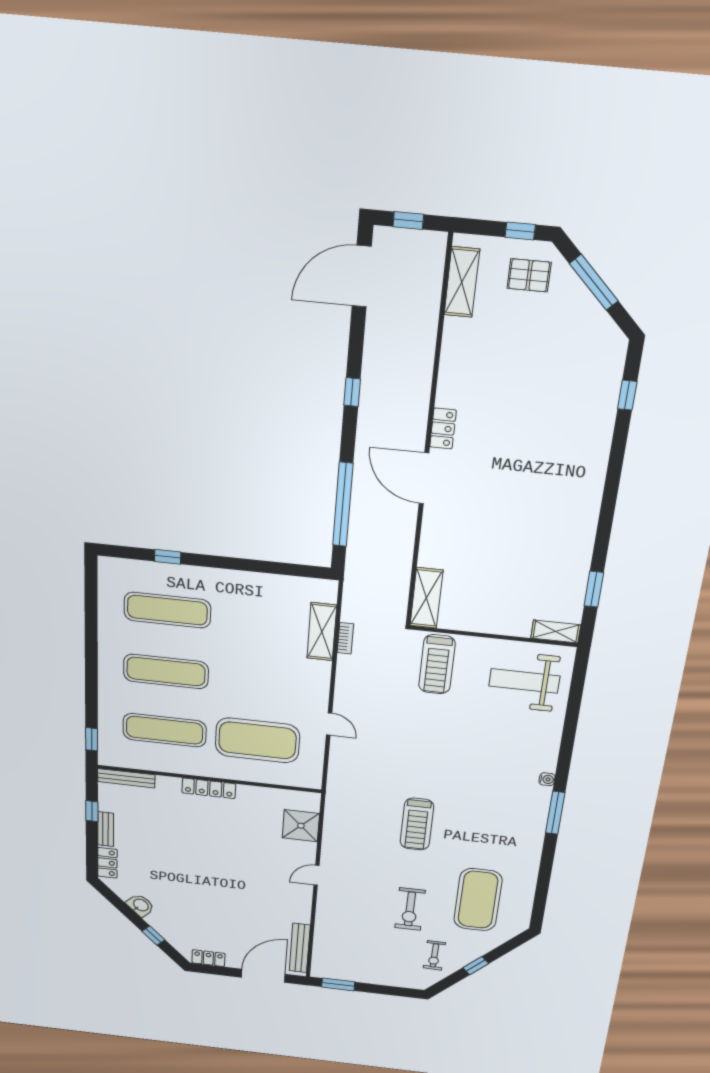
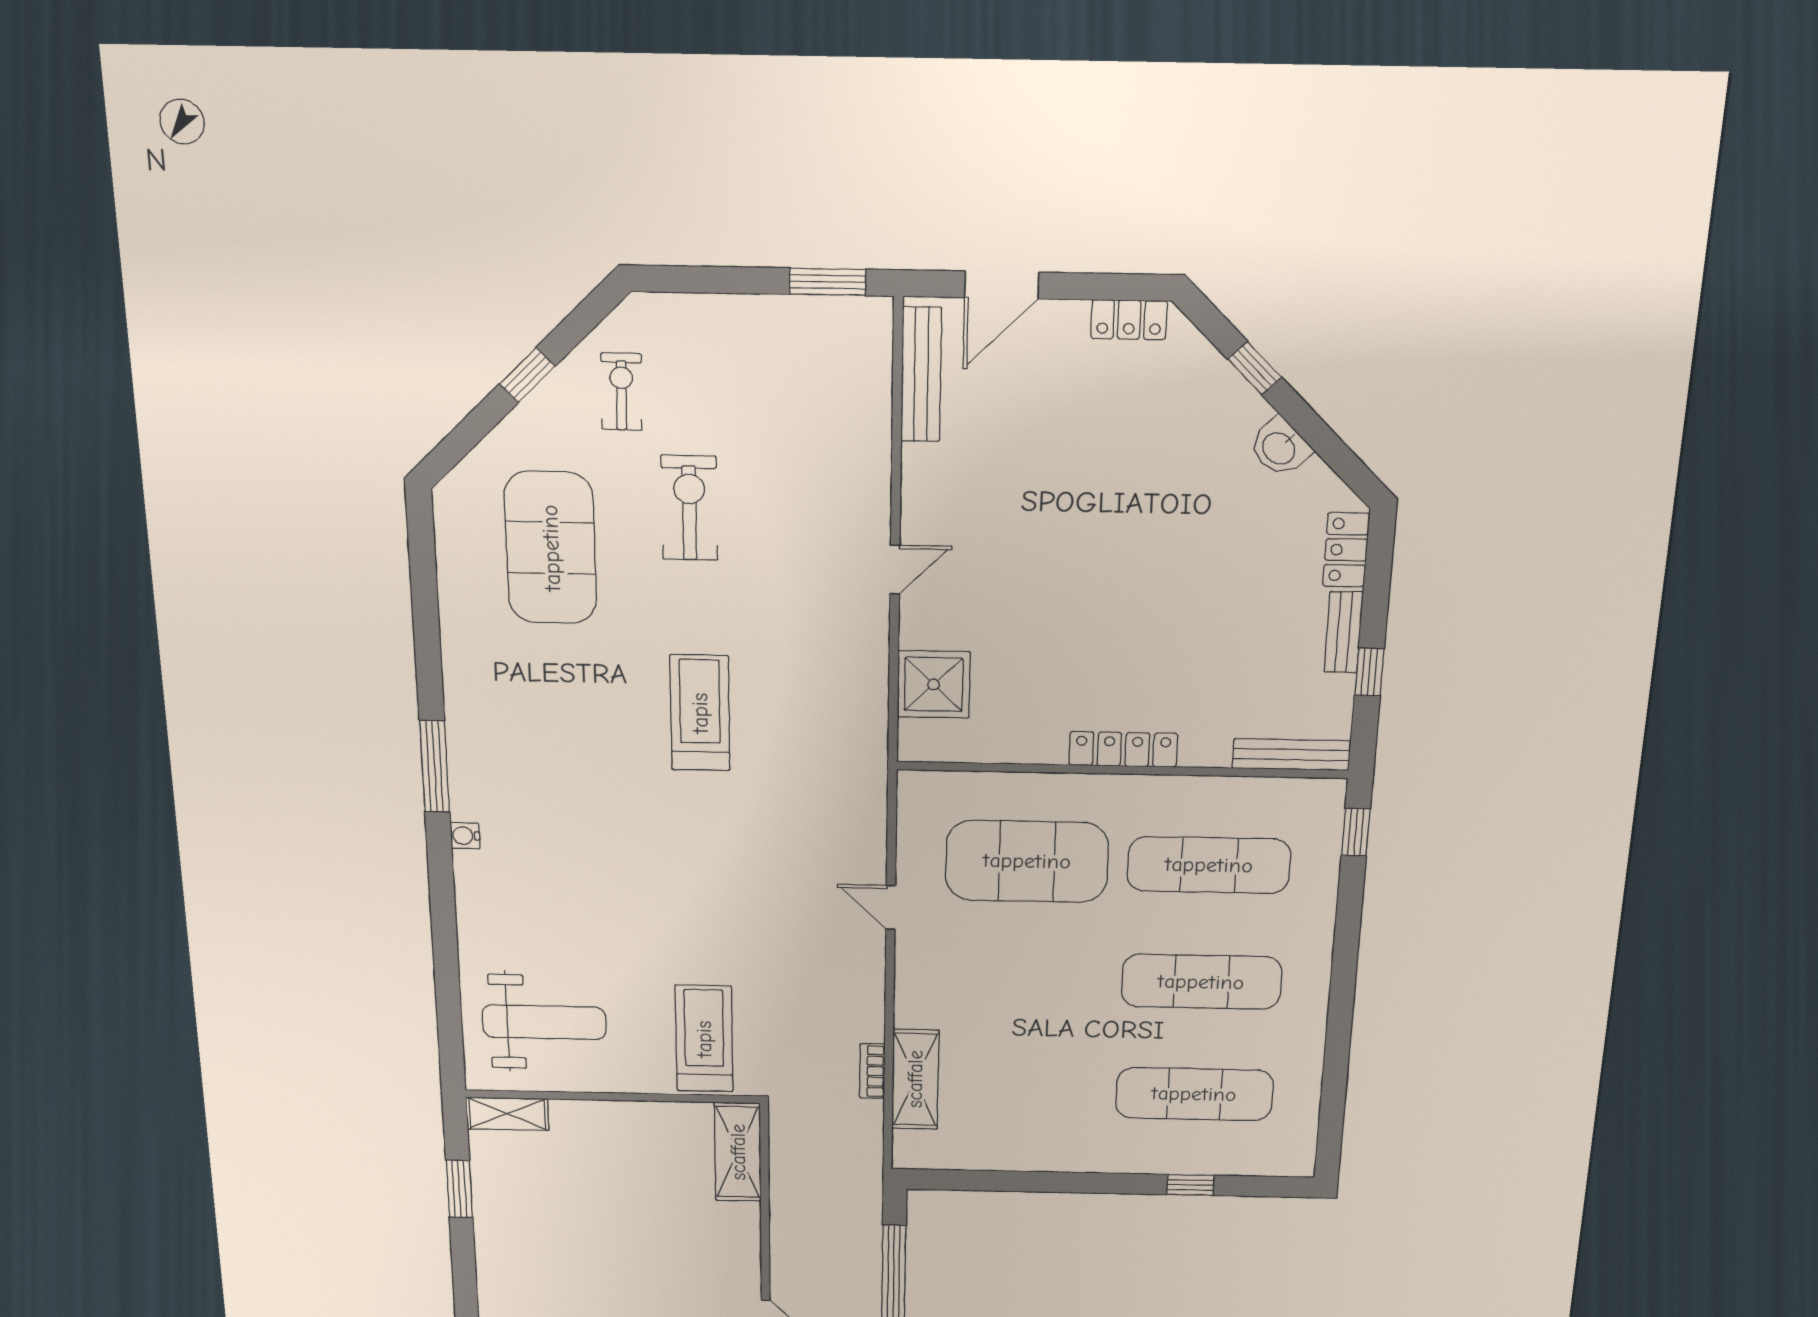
door: (263, 976) -> (1002, 285), width x0.73

